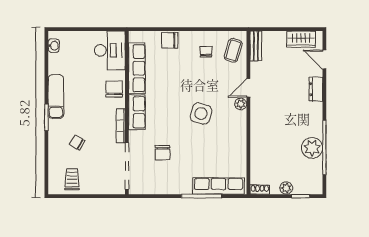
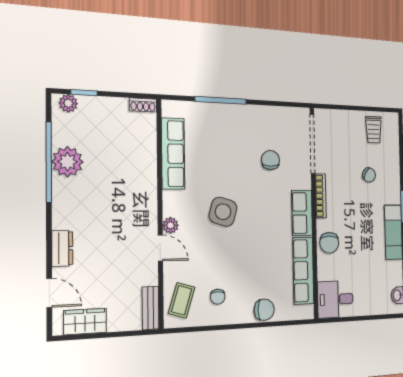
desk: (110, 50) -> (335, 299), width x0.73
door: (248, 88) -> (160, 248), hinge flipped
row of seats: (218, 186) -> (173, 154), moved, turned -90
plant: (286, 188) -> (68, 103), moved

